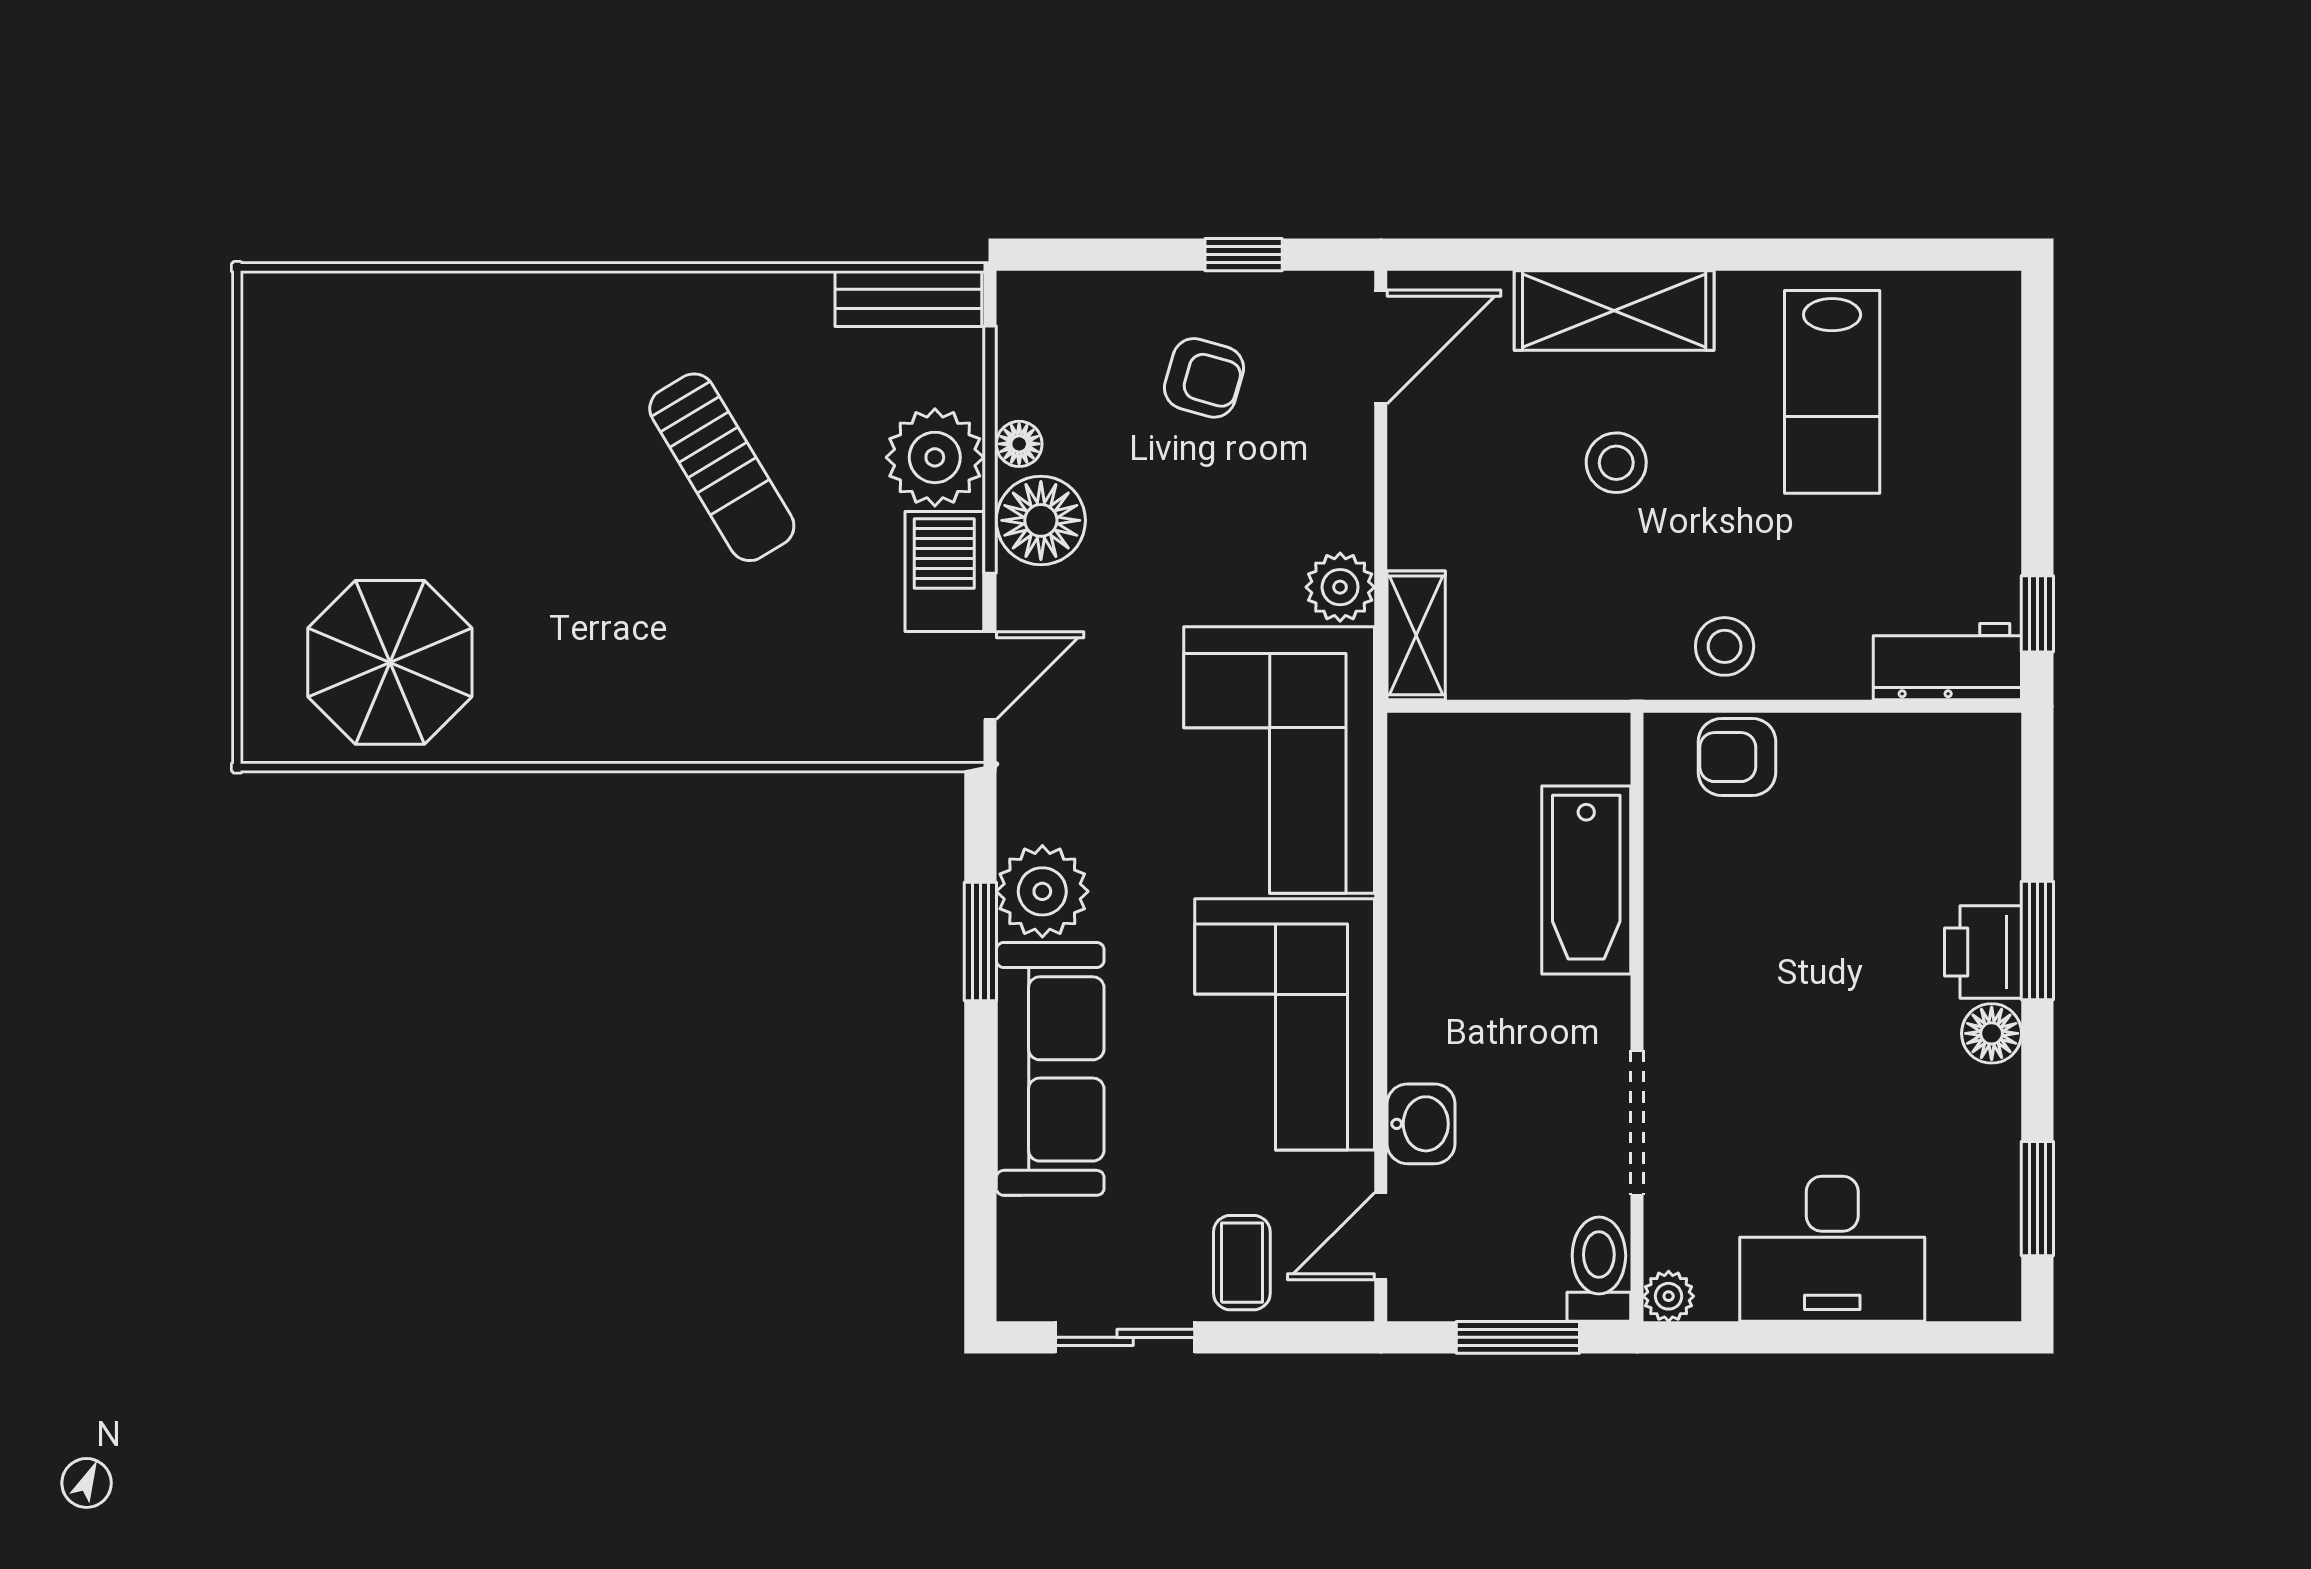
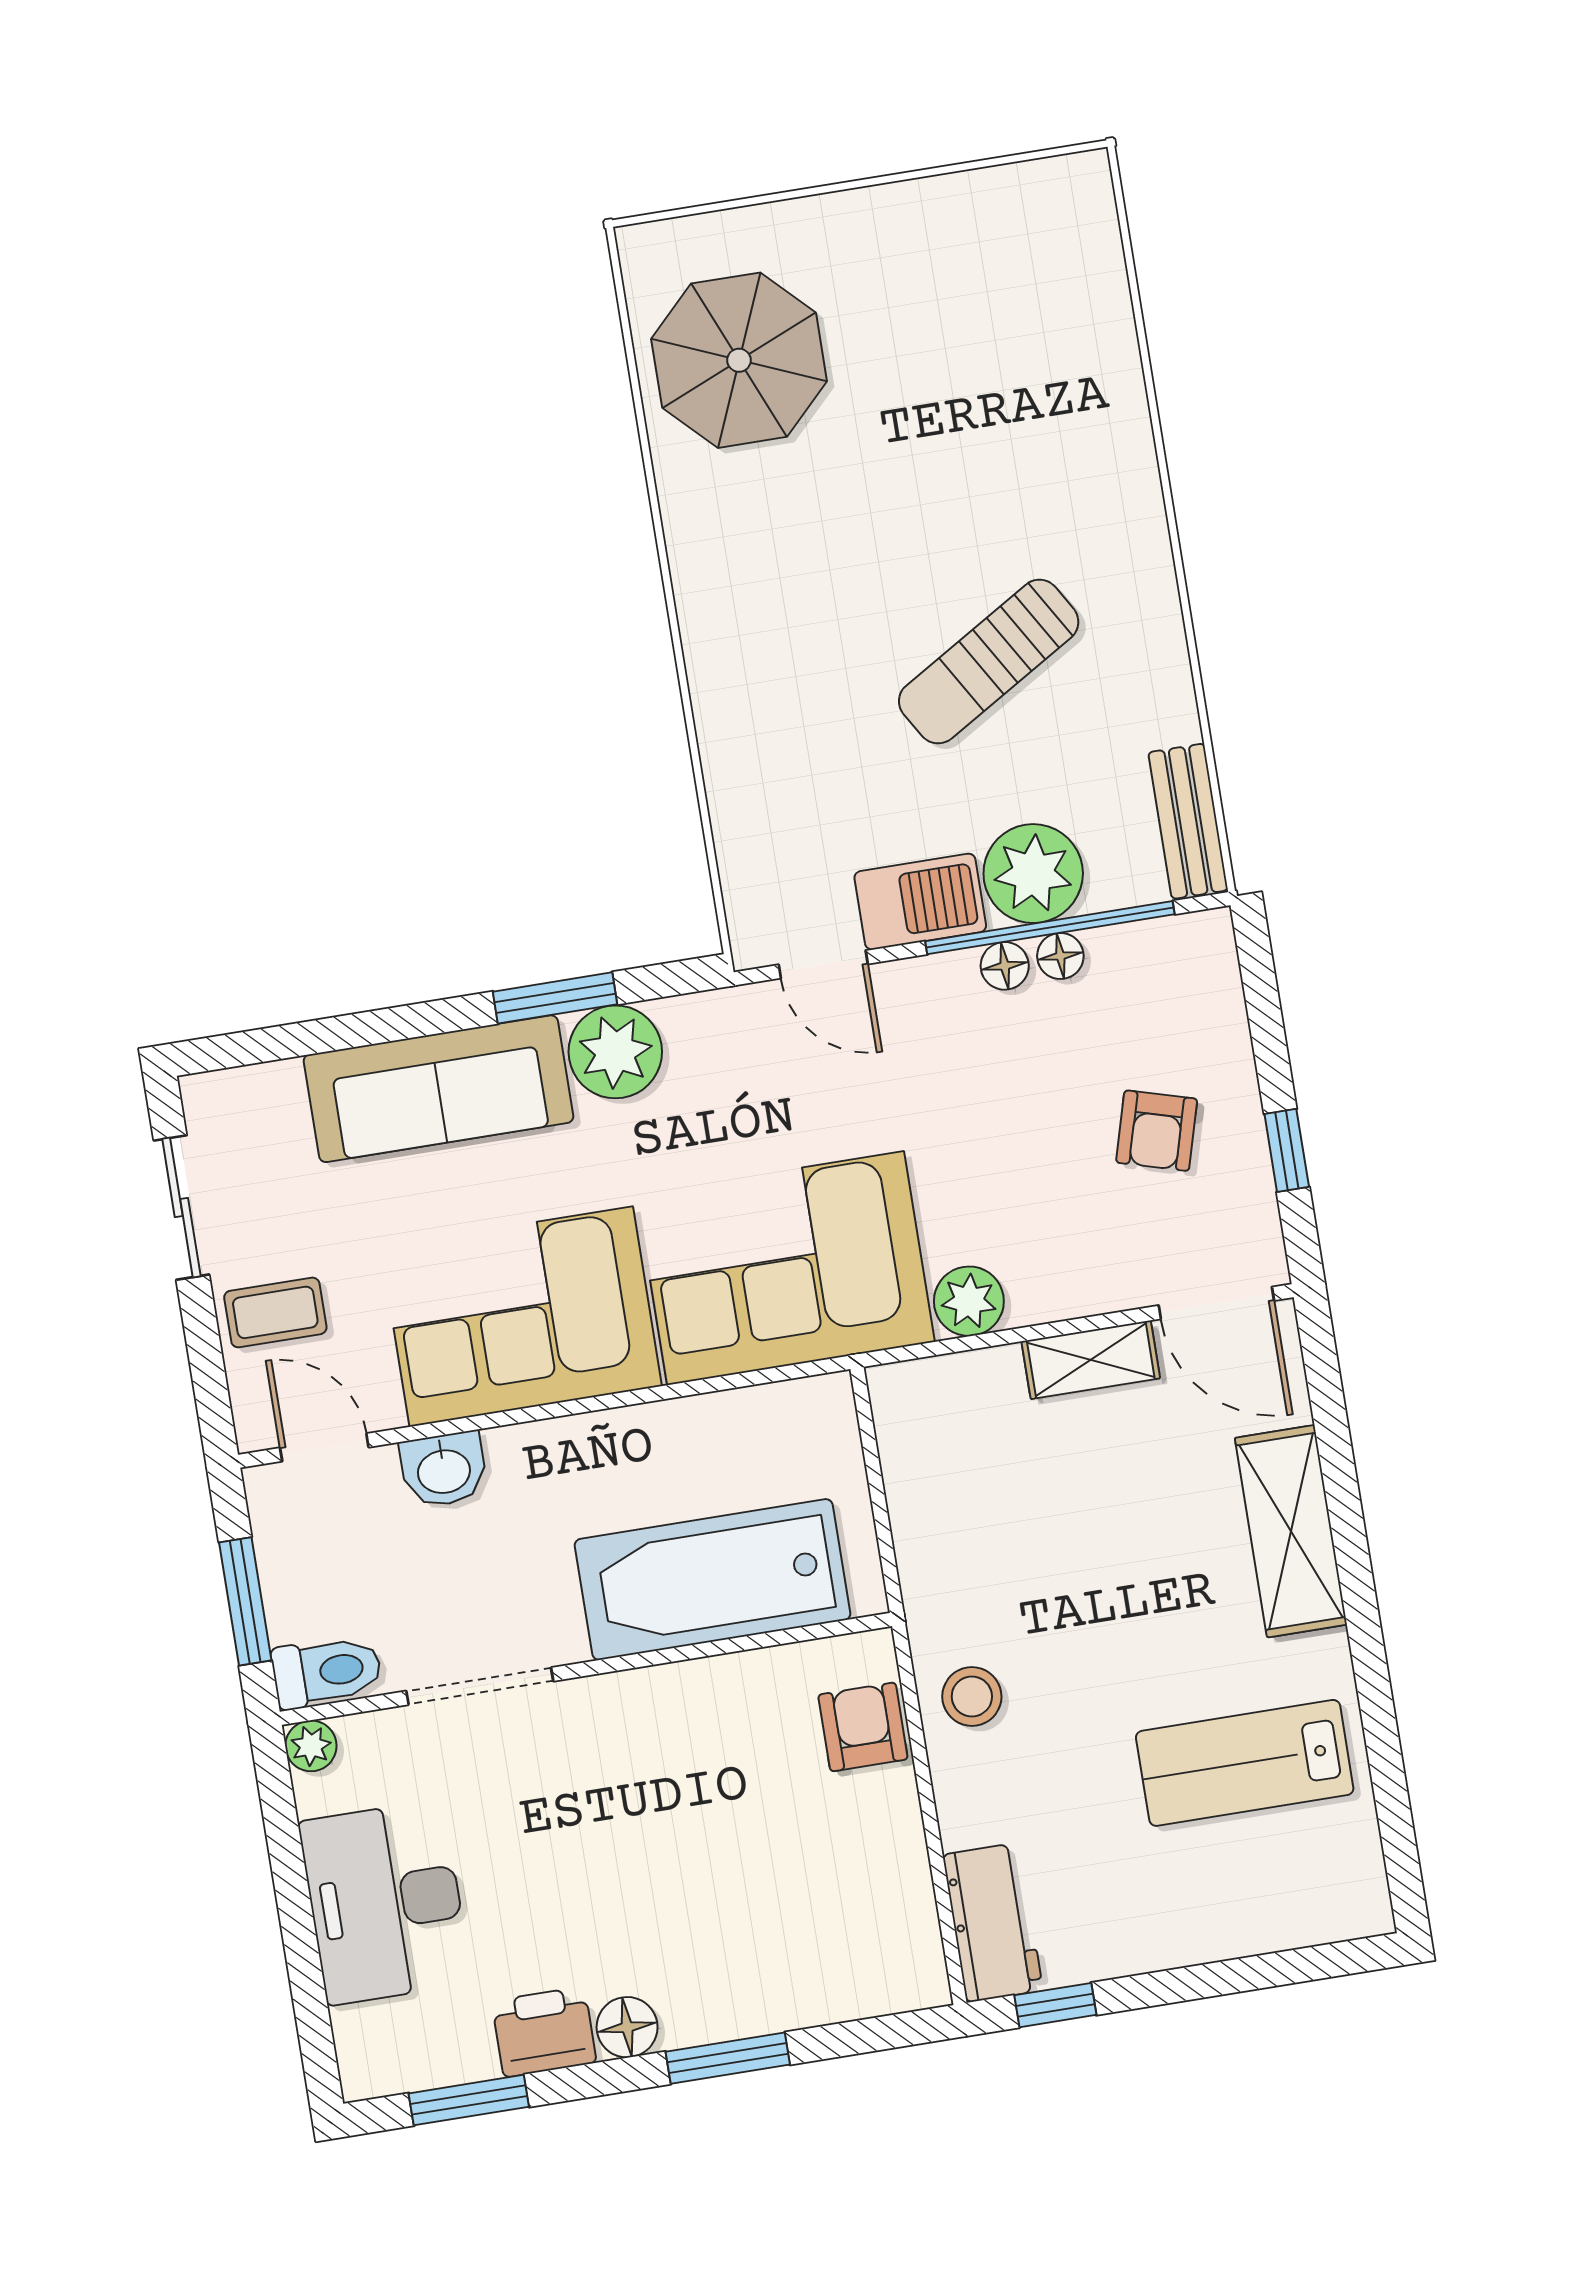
stool: (1616, 463) -> (1139, 1558), removed
floor lamp: (1041, 520) -> (1005, 966), width x0.53, depth x0.53
shelving: (1416, 635) -> (1091, 1360), moved
bathtub: (1586, 880) -> (712, 1580), width x1.36, depth x1.36
printer: (1983, 952) -> (544, 2032), moved

